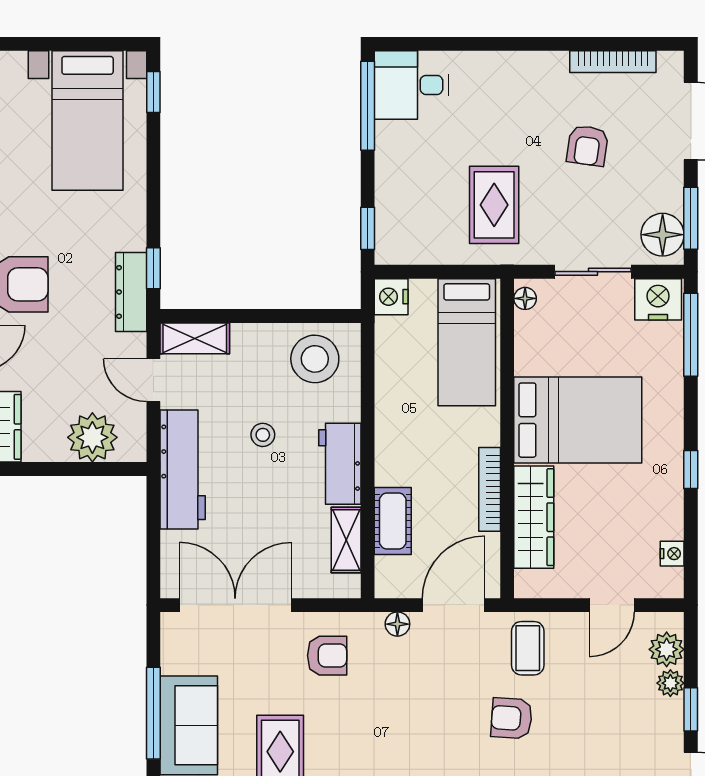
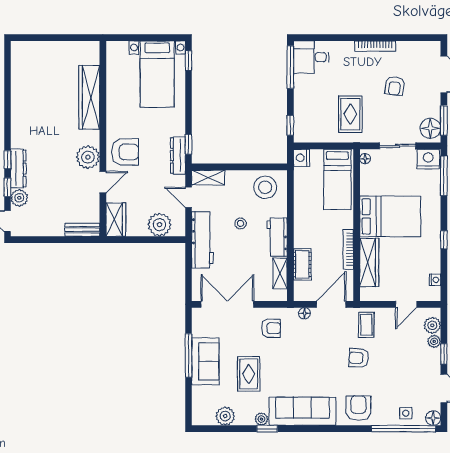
bookcase: (613, 62) -> (375, 46), moved

